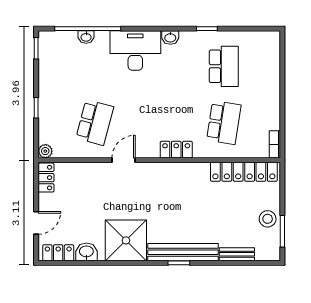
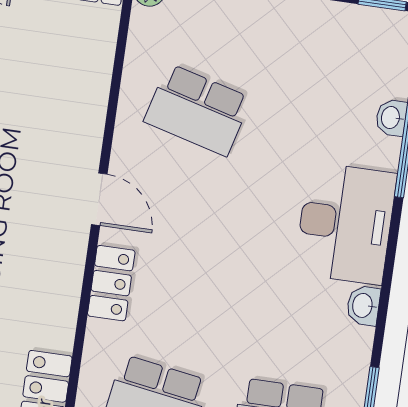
door: (124, 160) -> (99, 199), moved

